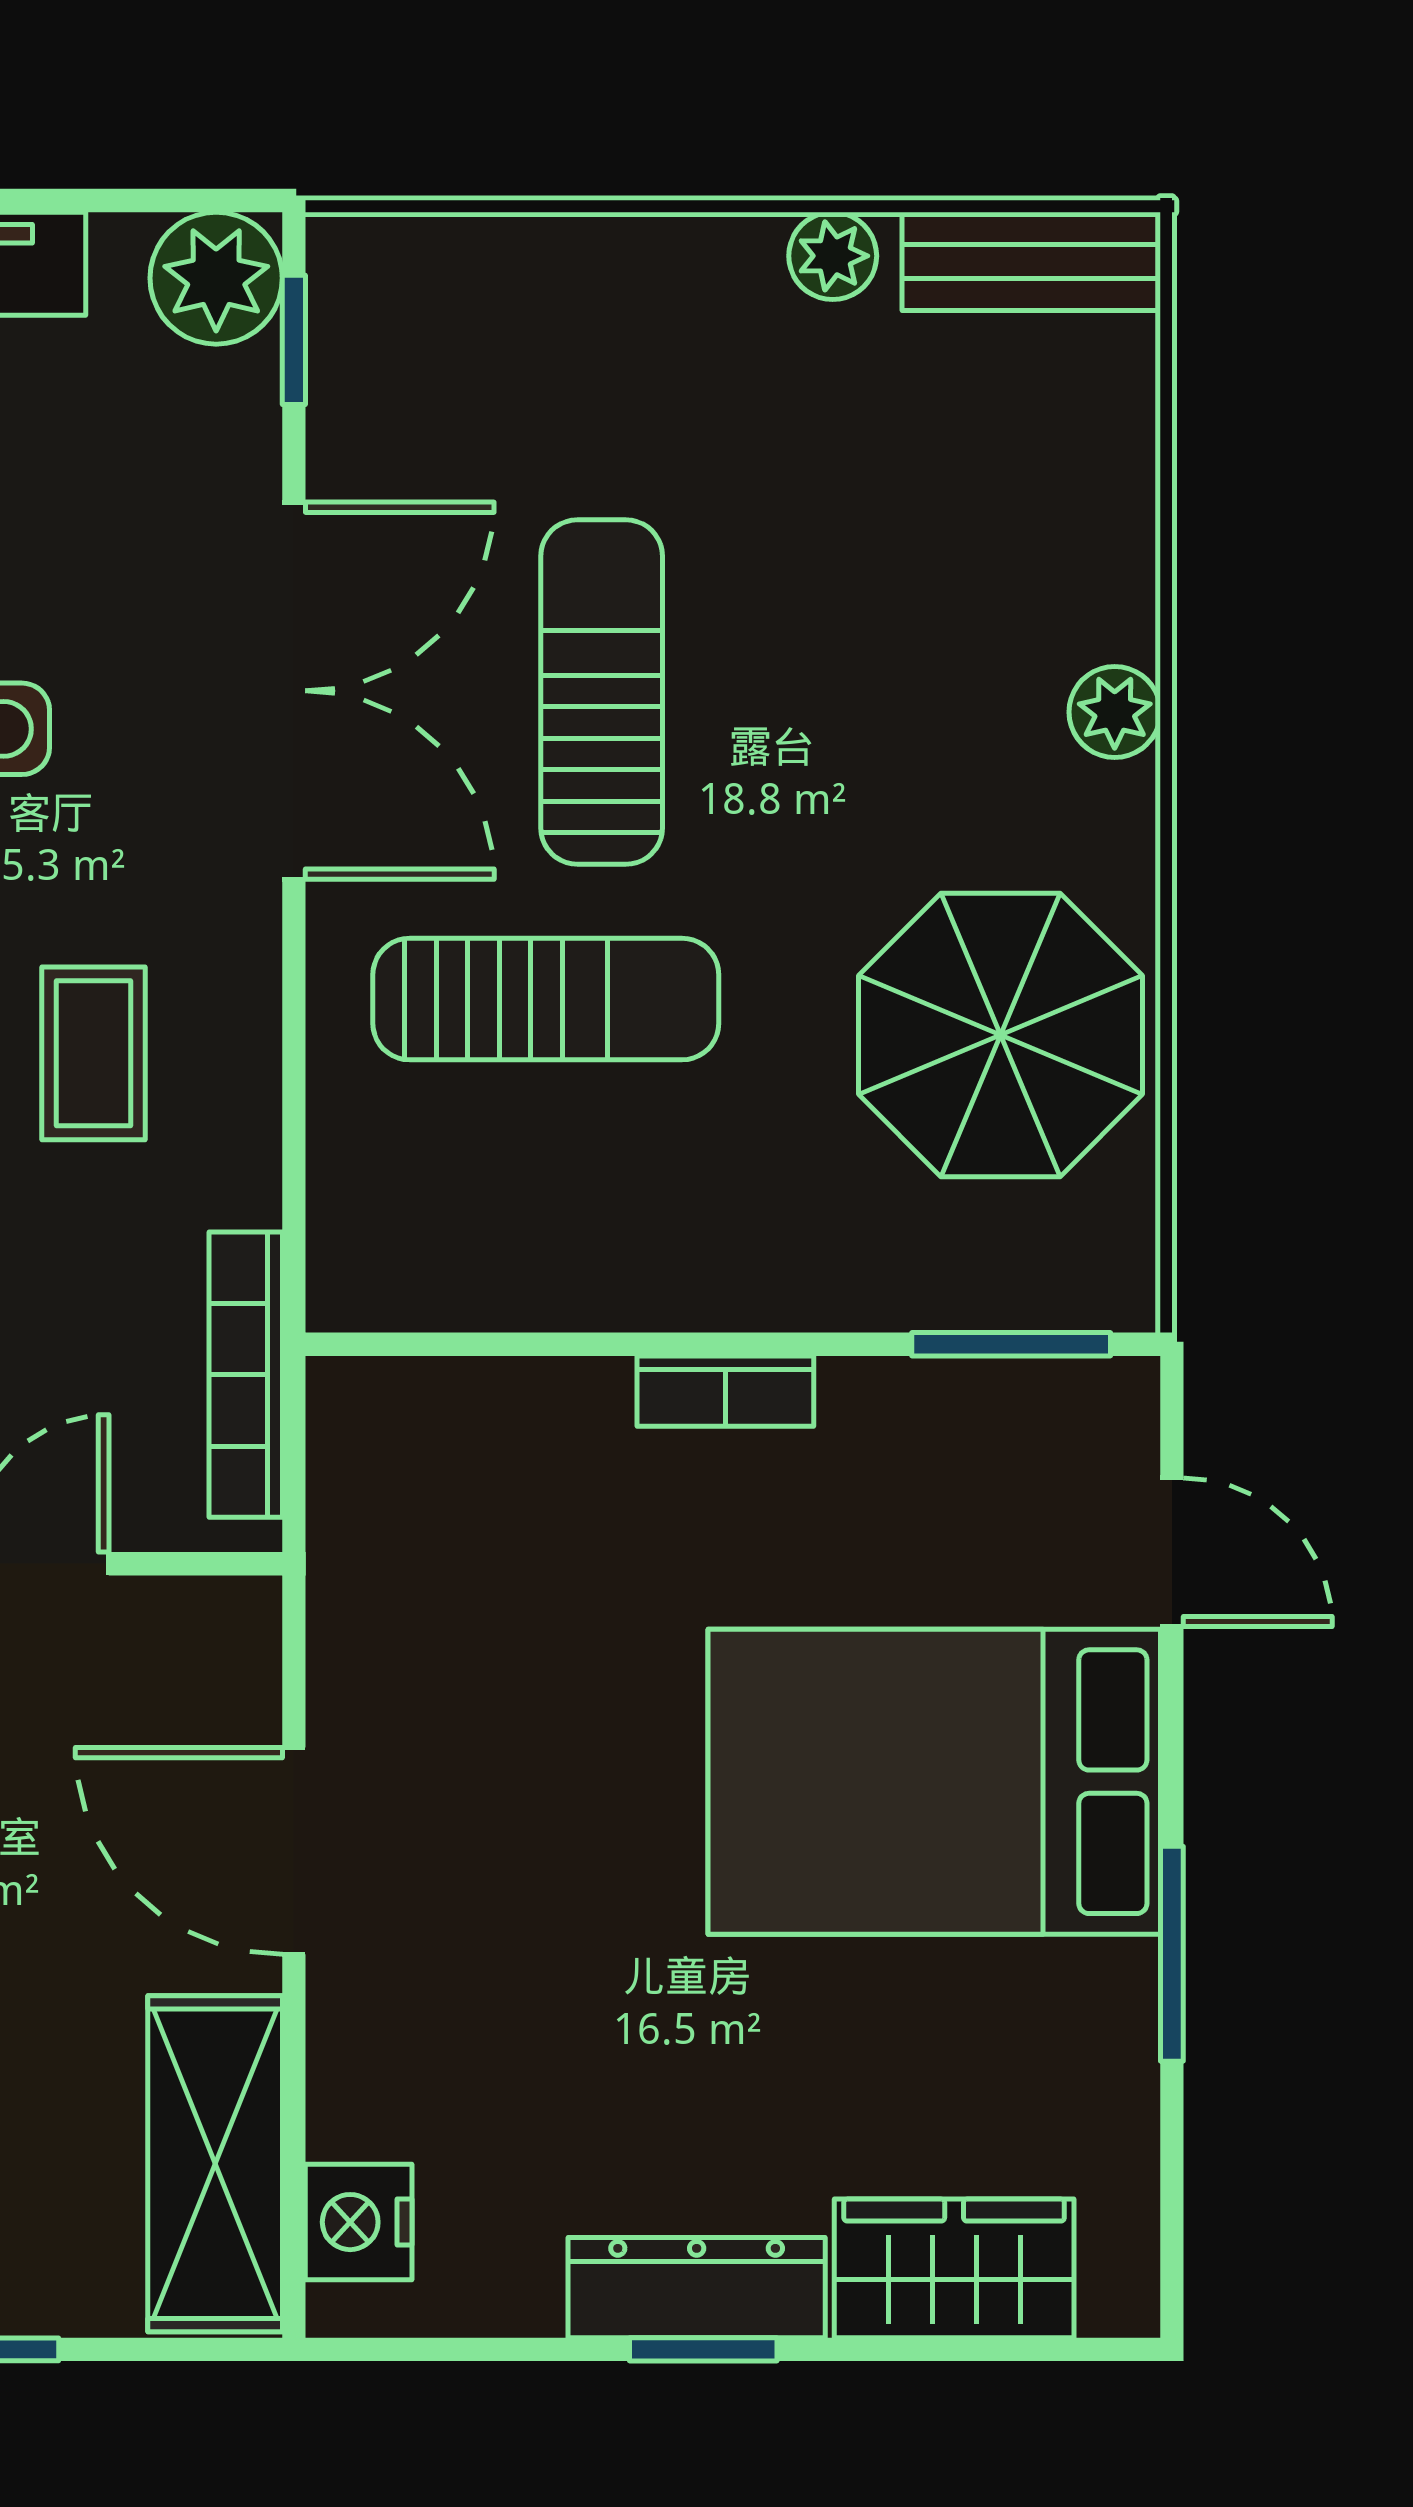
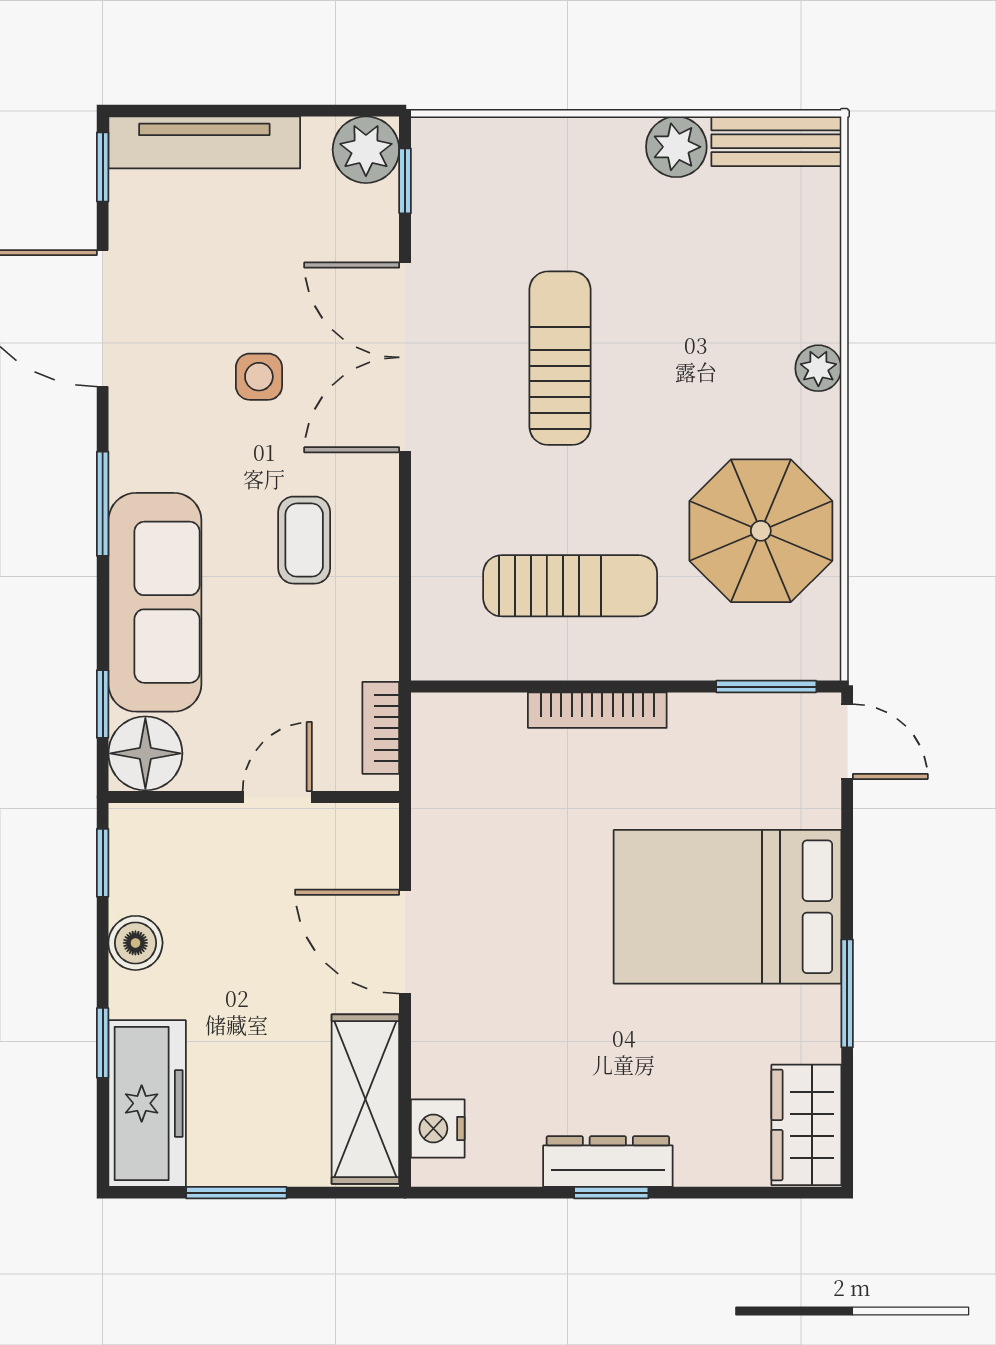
plant: (833, 256) -> (676, 147), width x1.38, depth x1.38
double door: (294, 691) -> (405, 357), swing flipped
sun lounger: (546, 999) -> (570, 586), moved
bookcase: (246, 1375) -> (381, 728), width x0.64
bookcase: (725, 1391) -> (597, 710), width x1.56
door: (1172, 1552) -> (847, 742), moved
wardrobe: (954, 2268) -> (806, 1125), moved, turned -90

